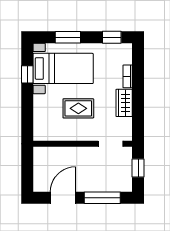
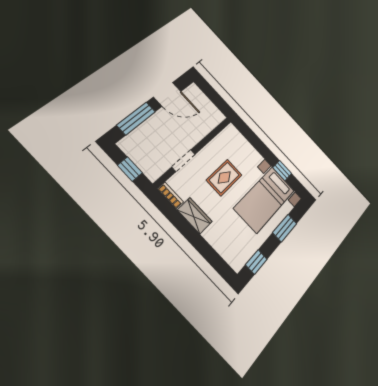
bookcase: (128, 76) -> (171, 195), moved
doorway: (111, 144) -> (183, 161), moved
door: (63, 198) -> (167, 94), hinge flipped

